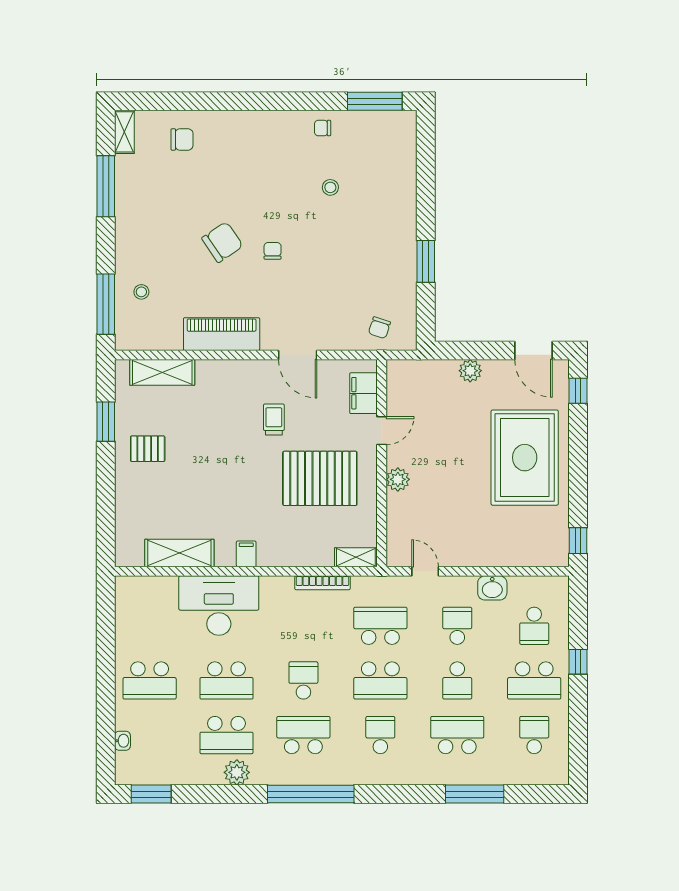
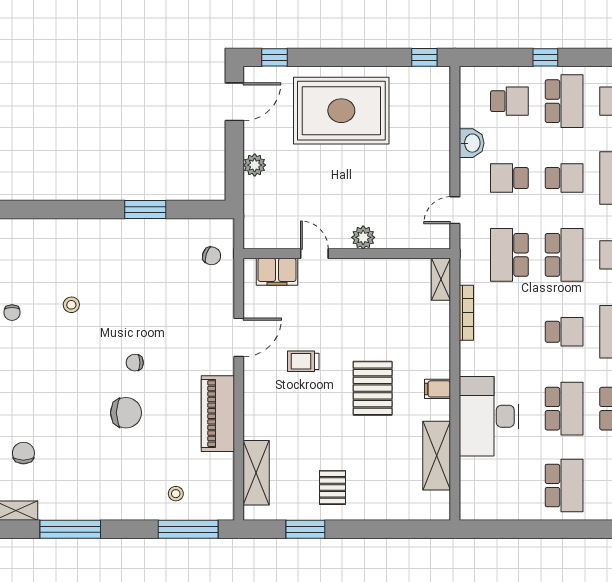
chair: (222, 242) -> (126, 413), turned 124
pallet: (320, 478) -> (373, 388), moved, width x0.73, depth x0.71
school desk: (303, 680) -> (564, 332), turned 180

